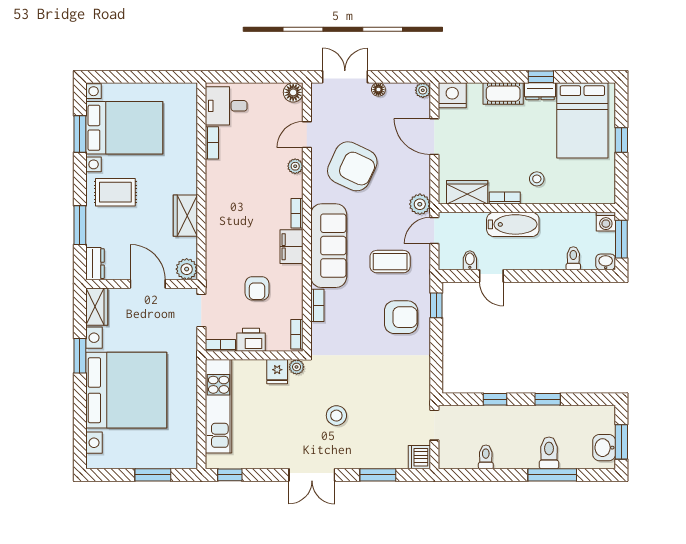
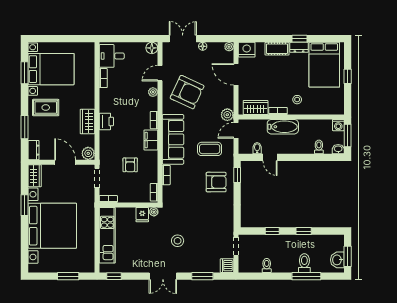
printer: (251, 340) -> (106, 121), moved, turned 90

